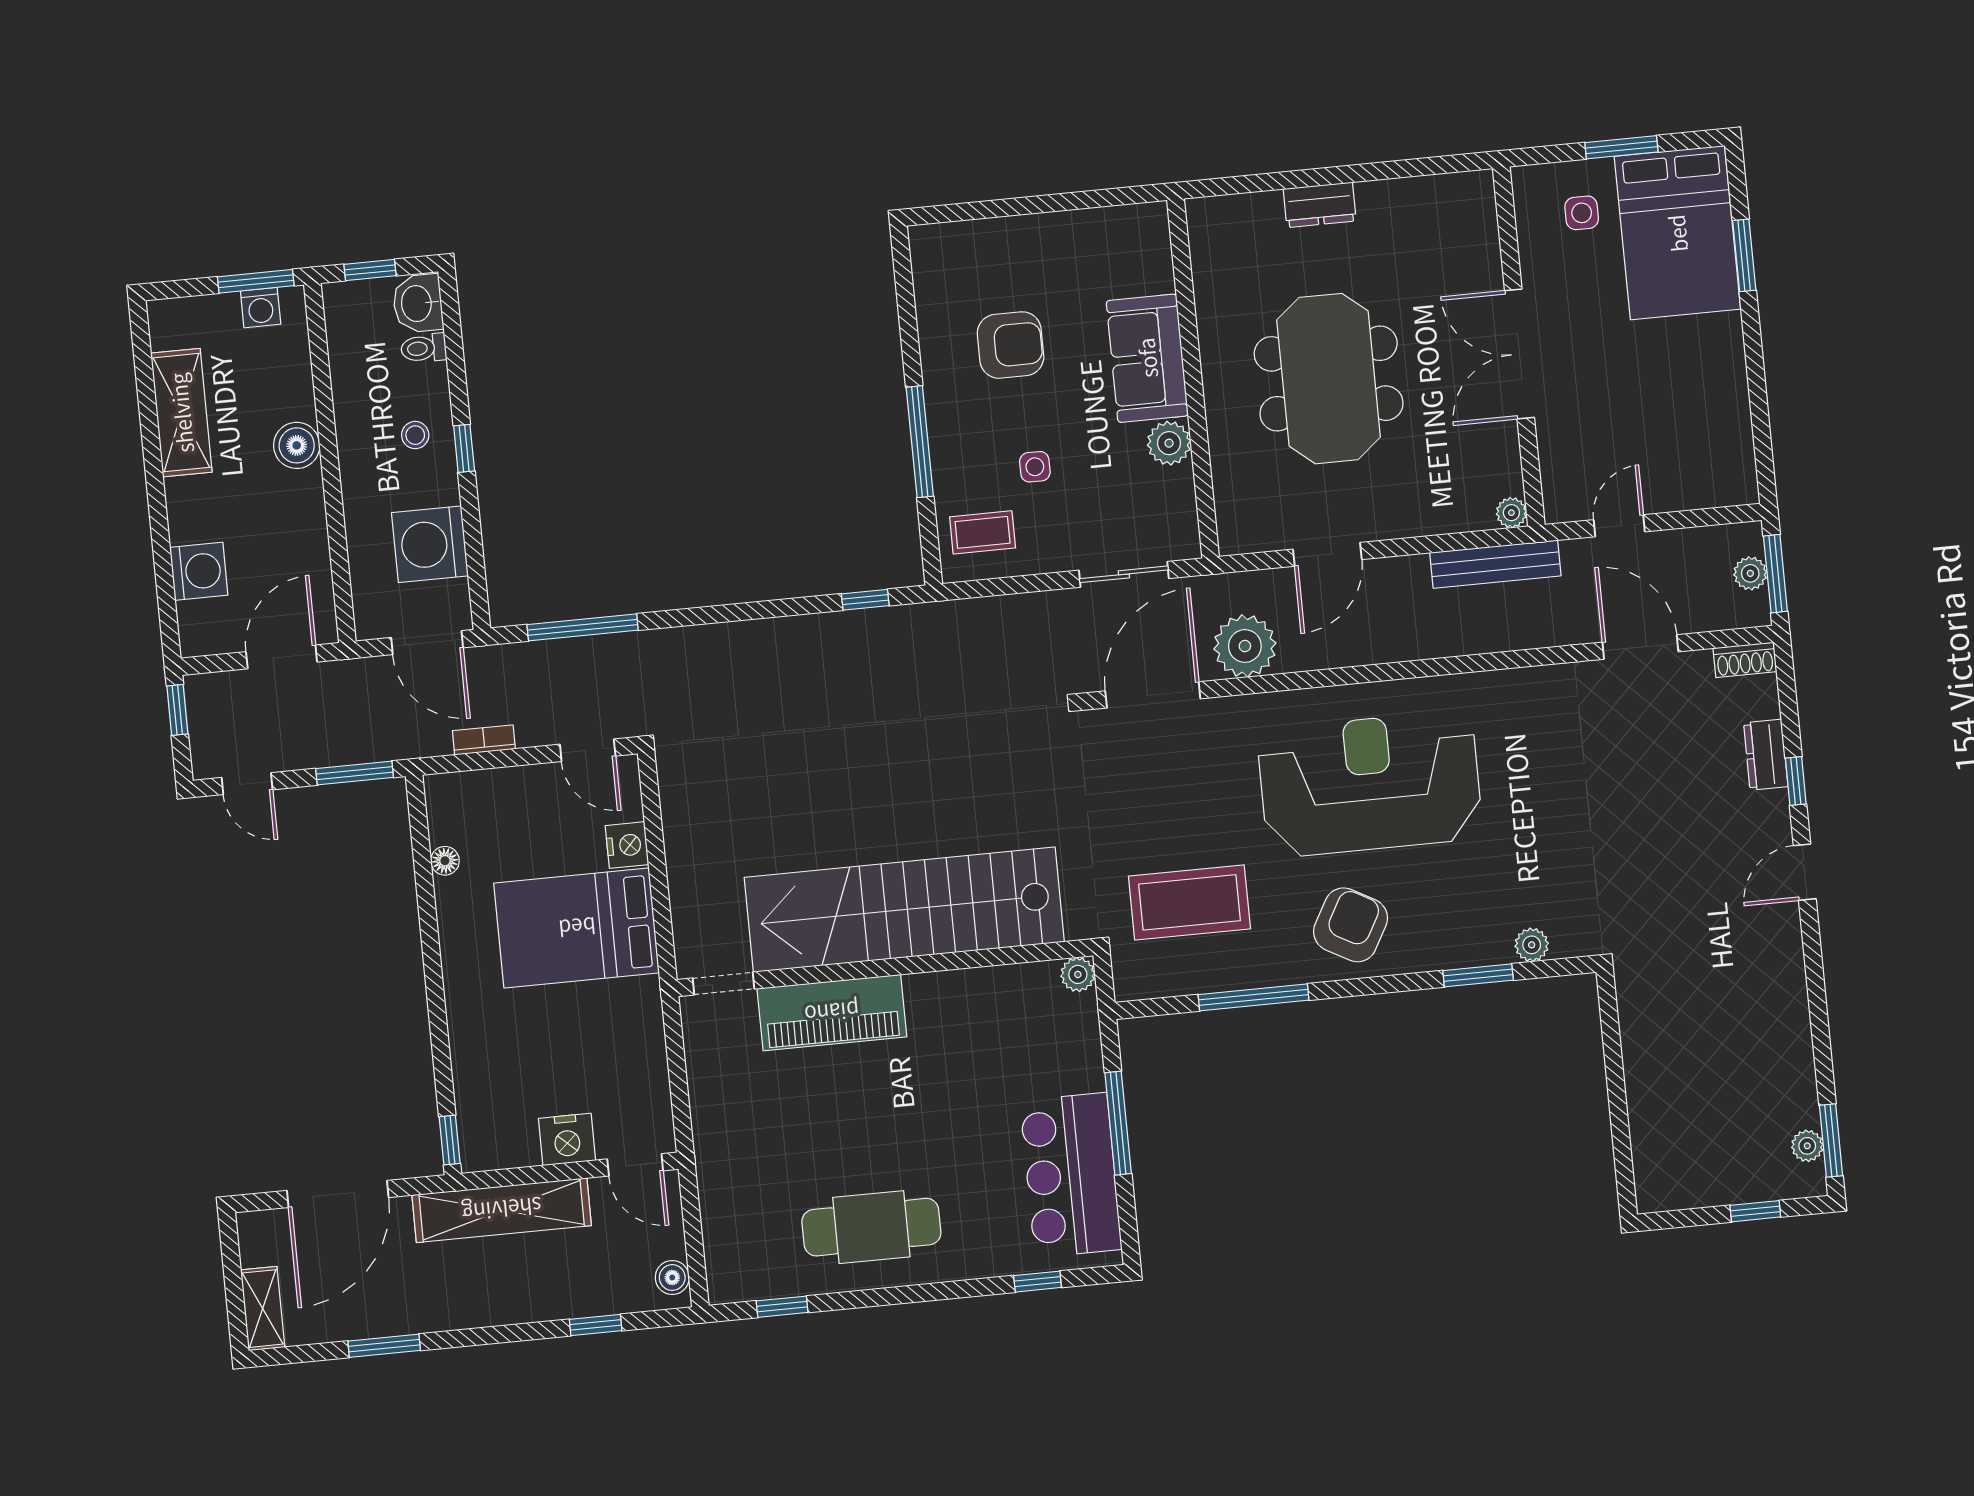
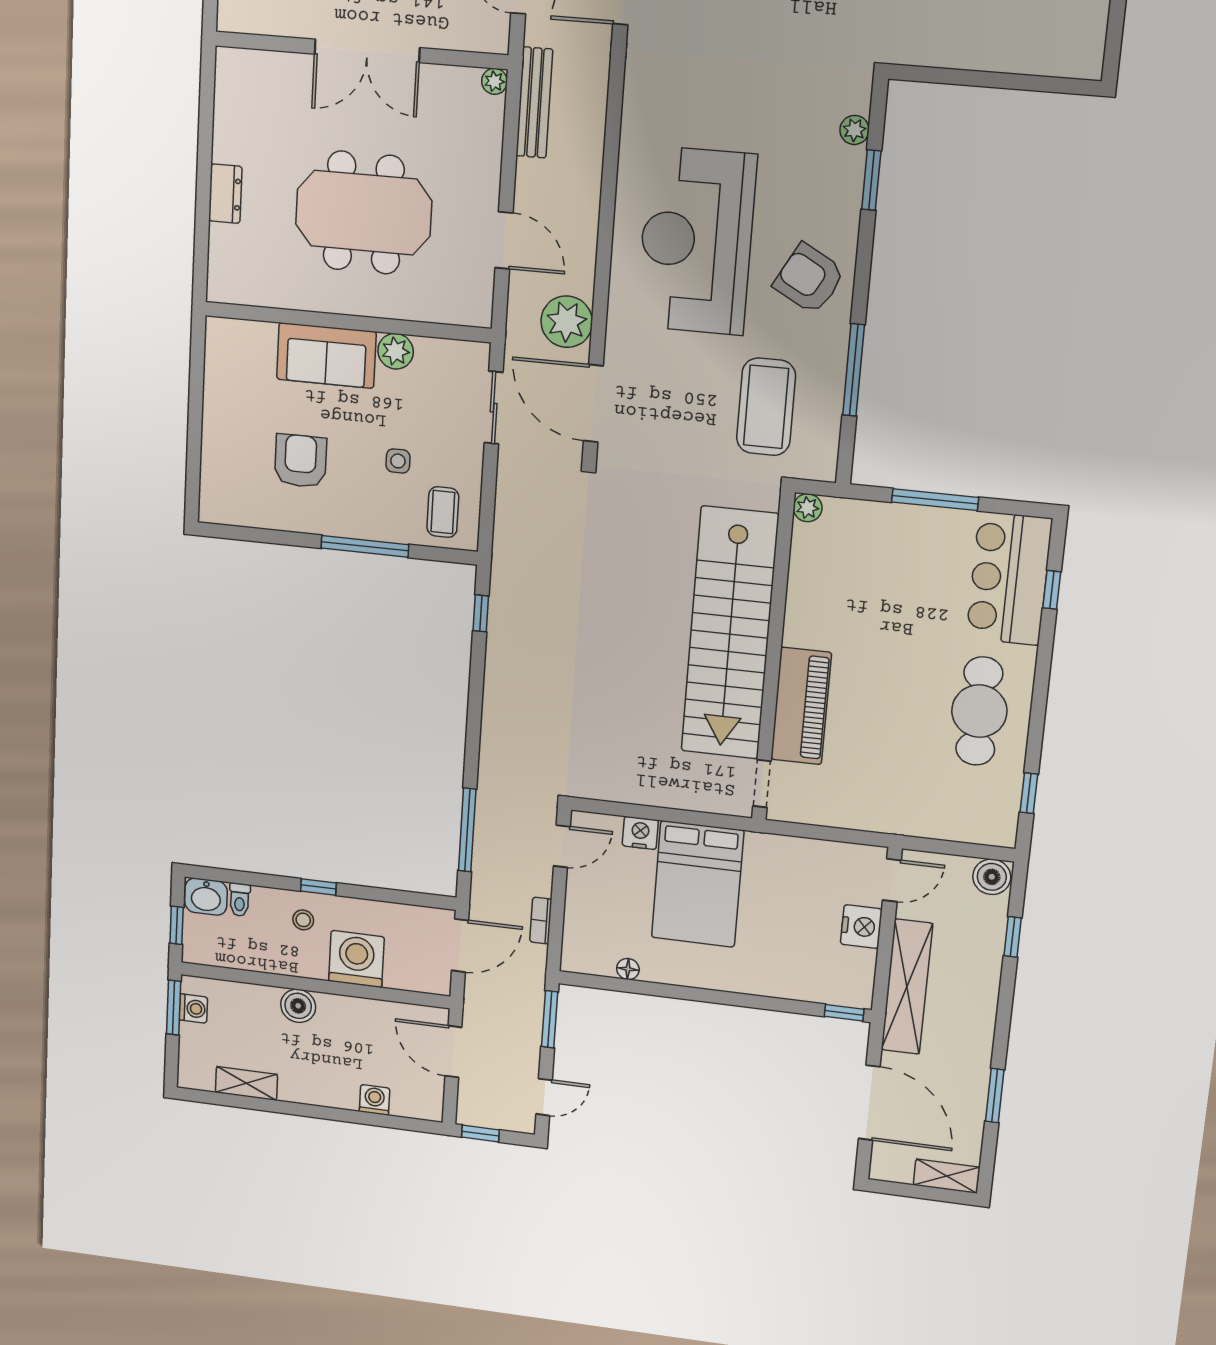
shelving: (181, 413) -> (246, 1083), width x0.67, depth x0.75
washing machine: (430, 544) -> (356, 959), moved, turned 180
washing machine: (199, 571) -> (375, 1100), width x0.73, depth x0.73
bar counter: (1071, 1175) -> (1009, 579), moved, turned 90
boiler: (672, 1278) -> (992, 877), width x1.36, depth x1.36

